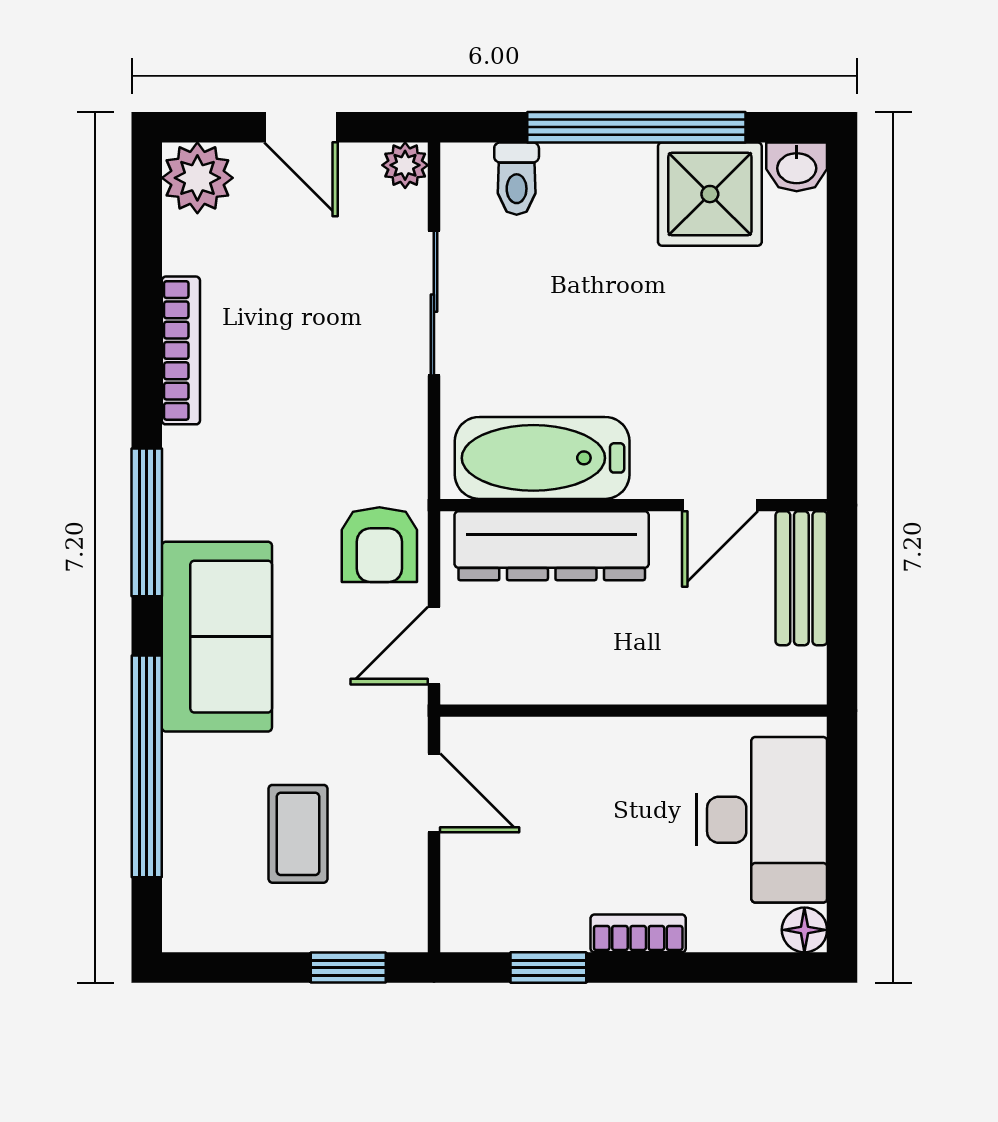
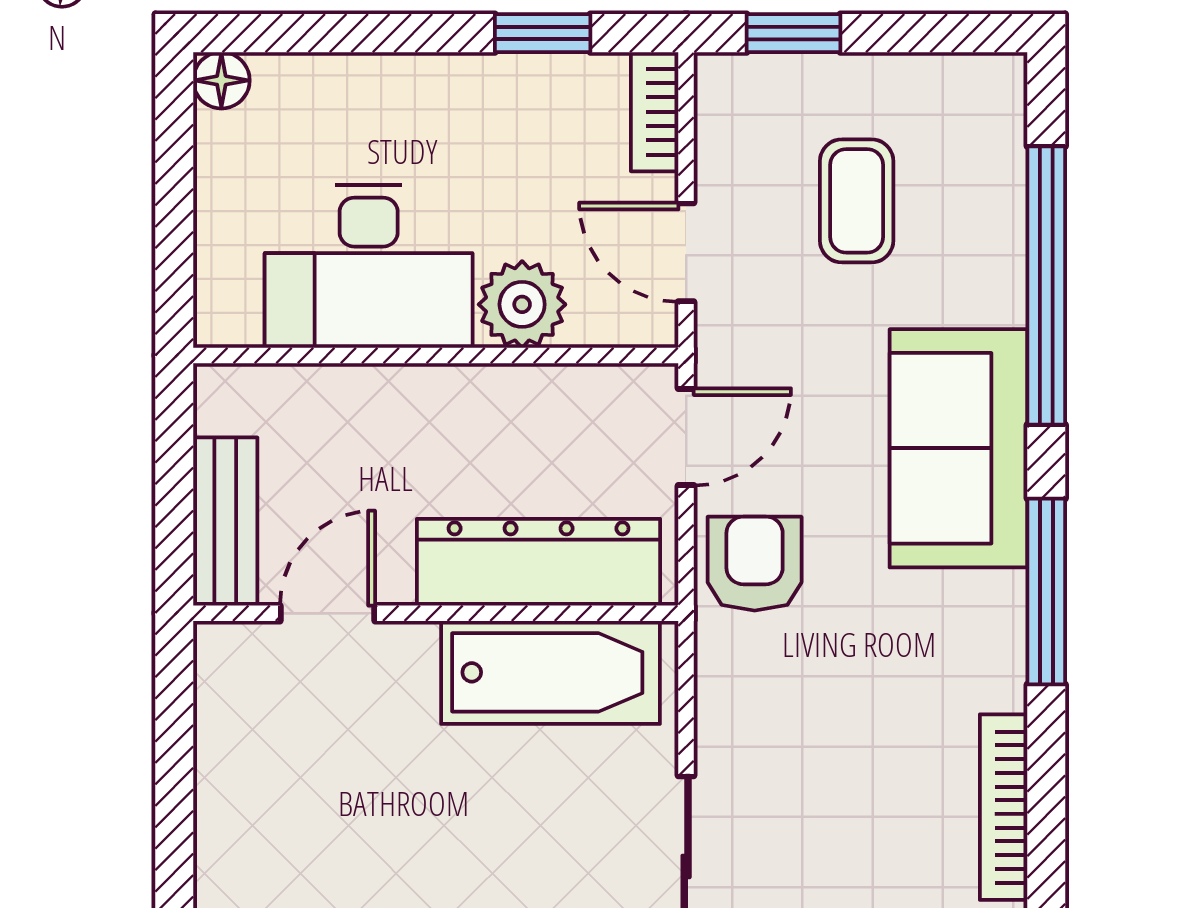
plant: (565, 751) -> (522, 304), added
desk: (762, 820) -> (369, 266), moved, turned -90
bookcase: (638, 933) -> (655, 112), moved, turned 90

